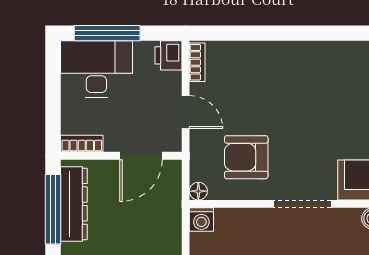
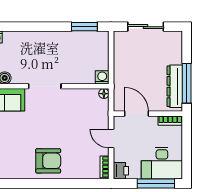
door: (141, 156) -> (137, 114), hinge flipped
armchair: (246, 157) -> (48, 161), moved

